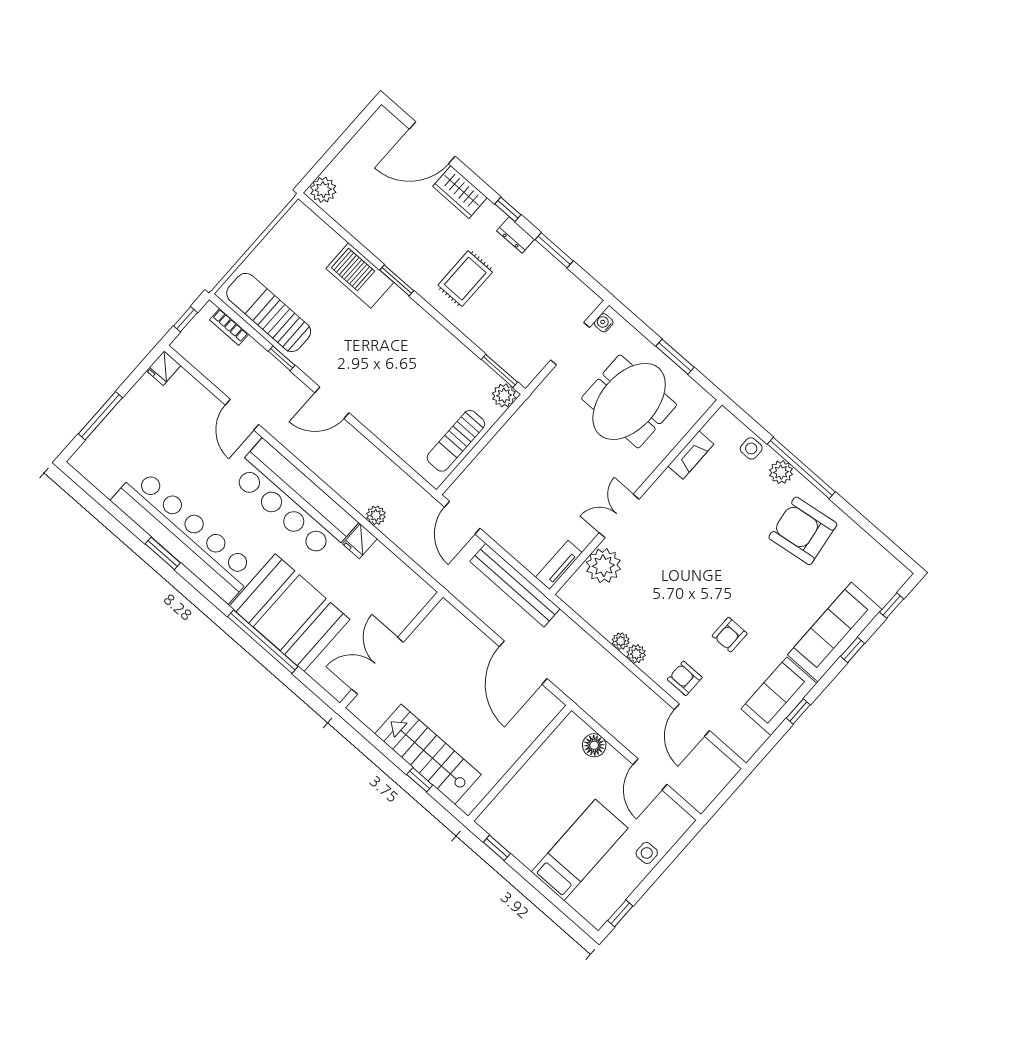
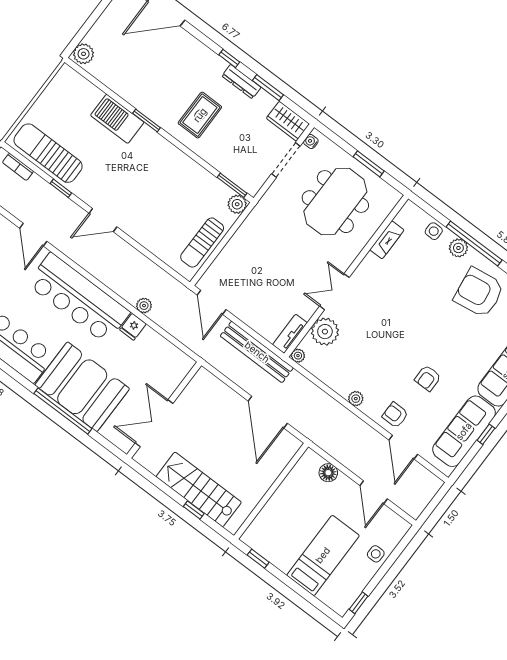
wardrobe: (460, 192) -> (288, 121), moved
dresser: (516, 235) -> (241, 82), width x1.44
plant: (621, 641) -> (298, 356), moved
sofa: (779, 696) -> (464, 431), width x1.36

